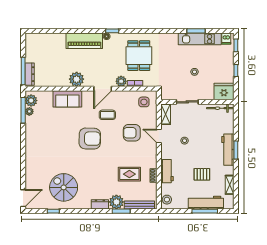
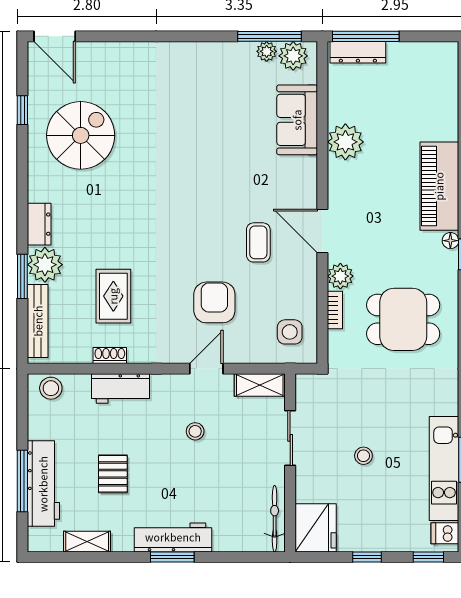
plant: (77, 79) -> (345, 142), moved
sofa: (67, 99) -> (297, 120), moved
armchair: (90, 139) -> (200, 199), removed

